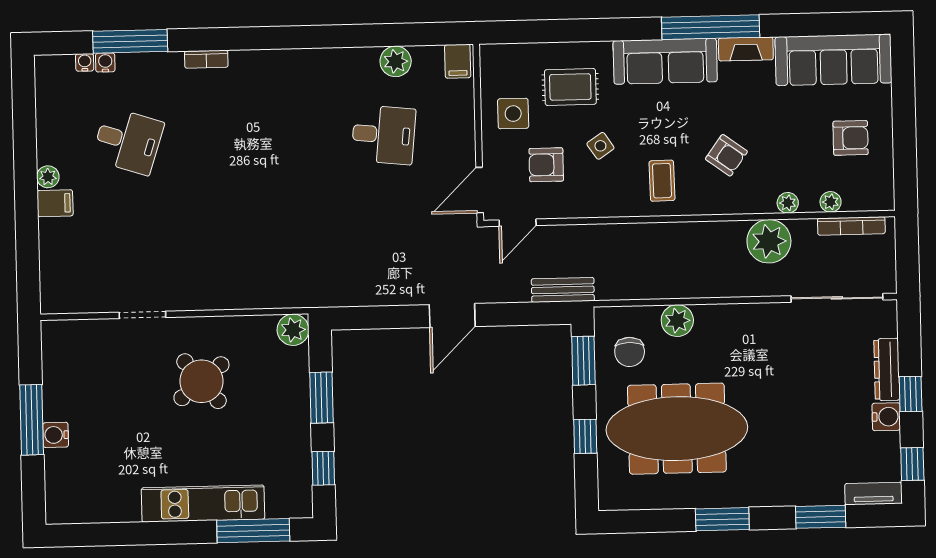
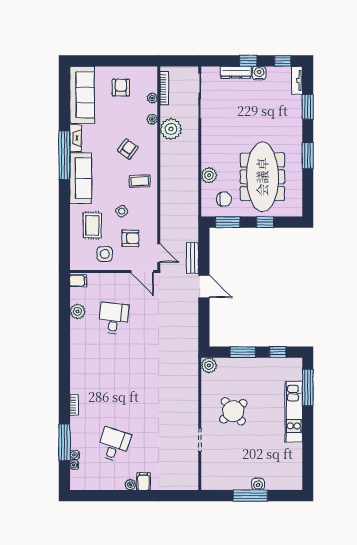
armchair: (546, 165) -> (130, 238), turned -90
bench: (563, 290) -> (192, 258), moved

